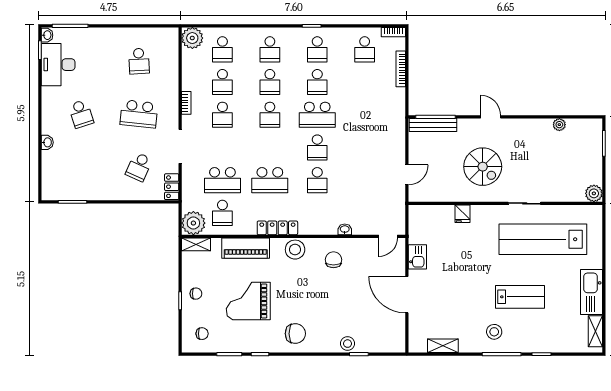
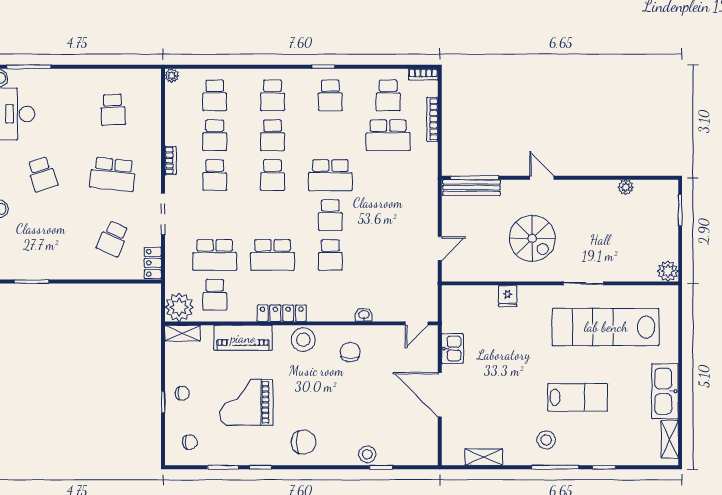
plant: (192, 38) -> (172, 75), width x0.53, depth x0.53
school desk: (317, 82) -> (388, 135), moved, width x1.85

